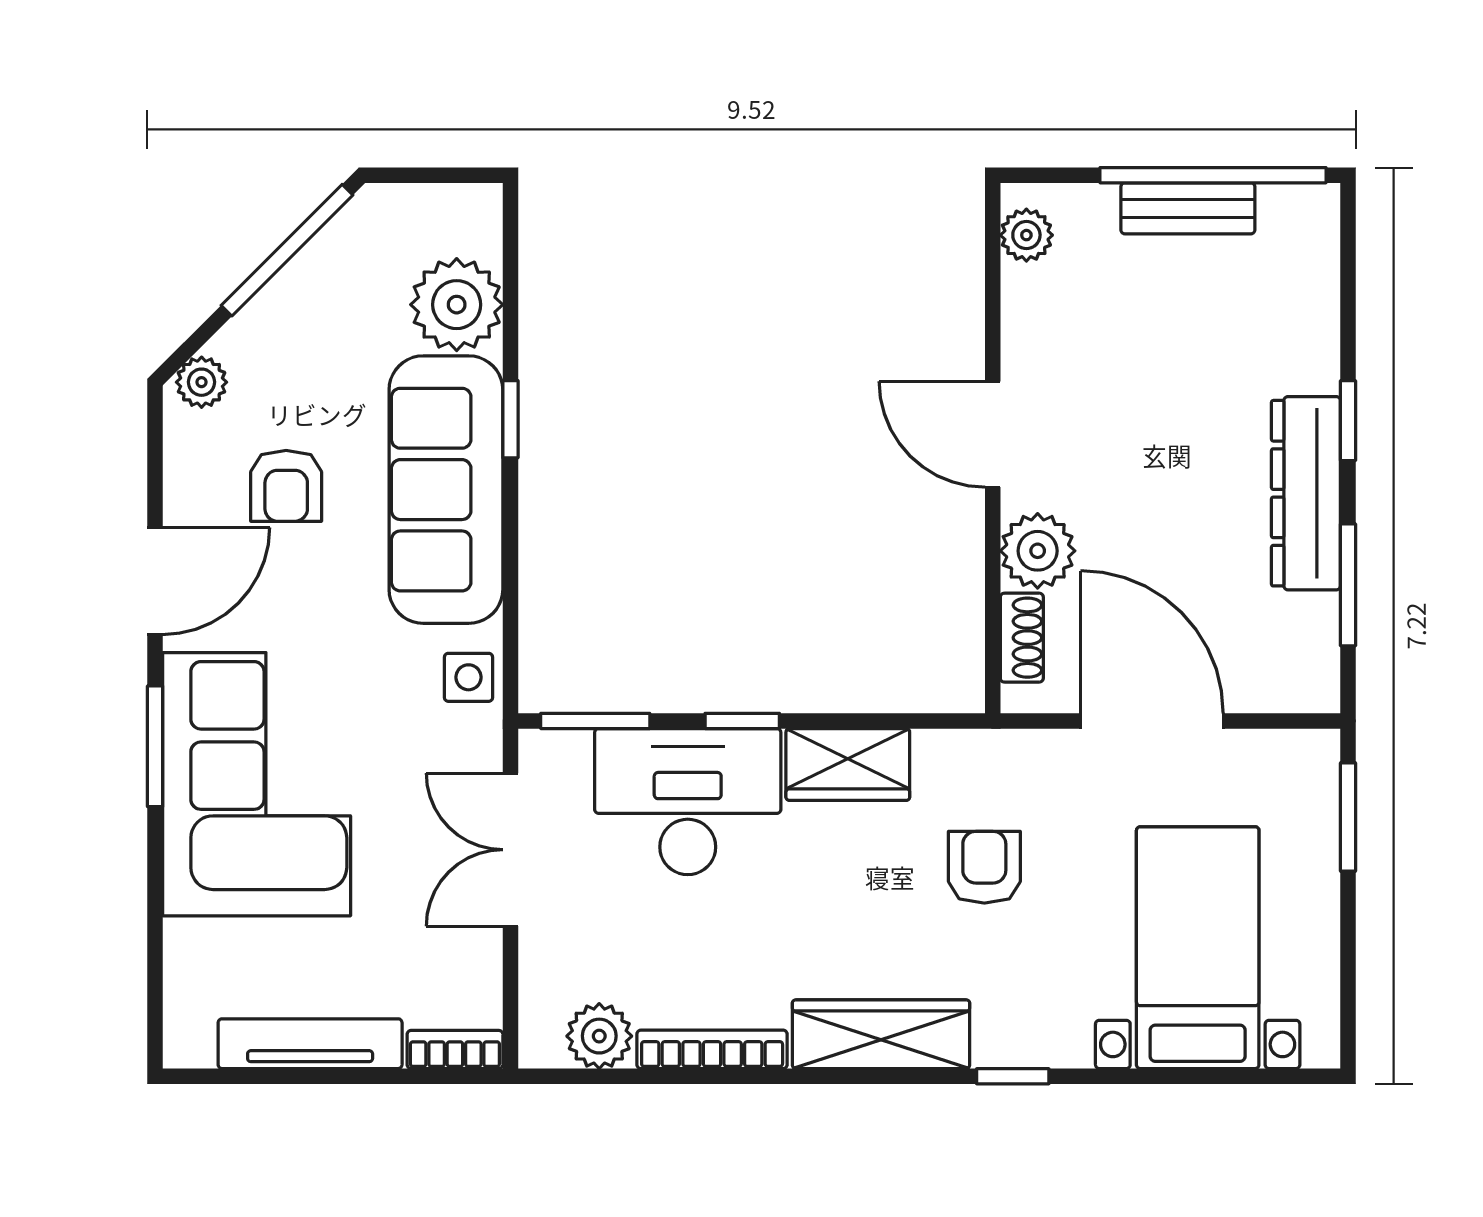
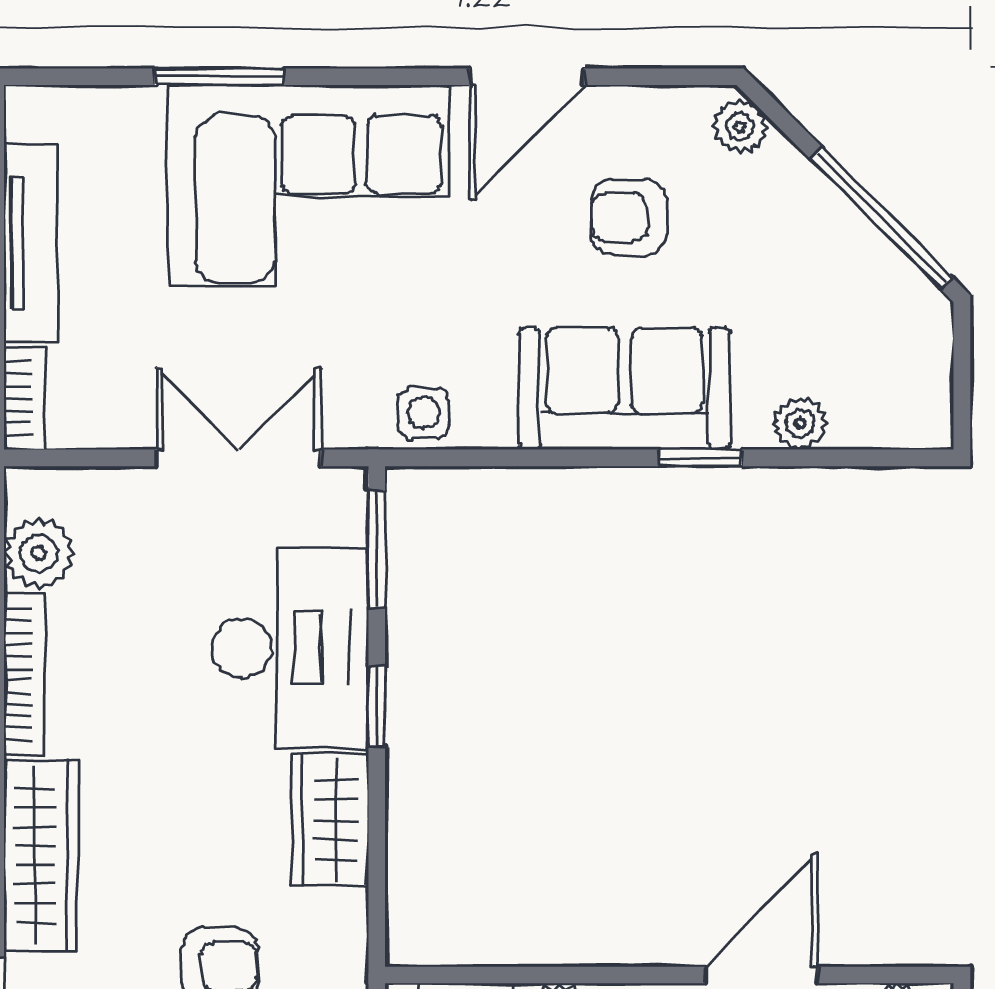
plant: (457, 305) -> (800, 423), width x0.53, depth x0.53
door: (993, 434) -> (761, 975), moved
sofa: (446, 490) -> (625, 389), width x0.73
door: (155, 581) -> (527, 77), hinge flipped
window: (155, 746) -> (220, 77), moved

